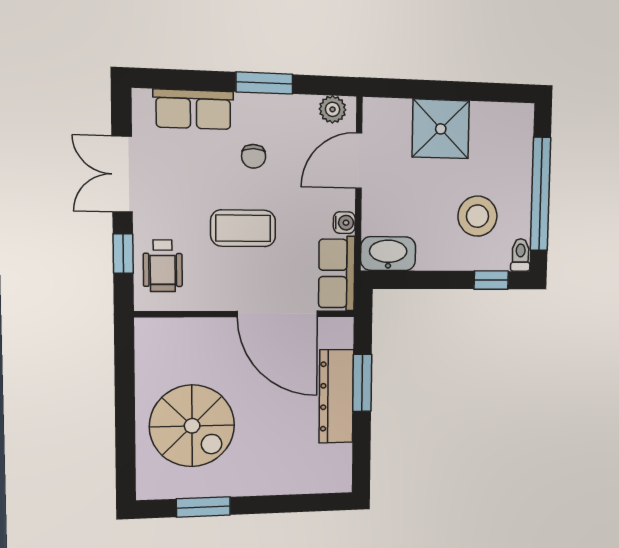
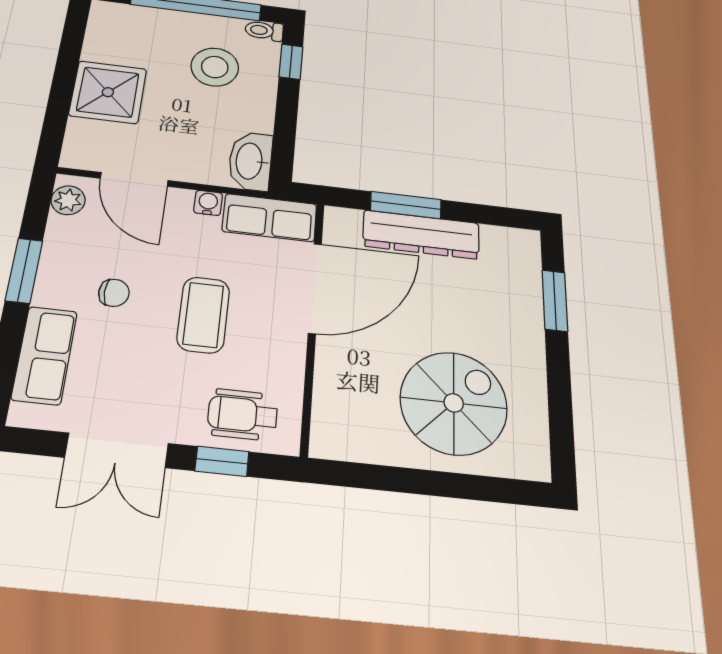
wheelchair: (163, 266) -> (243, 415), turned 180
window: (203, 507) -> (555, 301), moved

